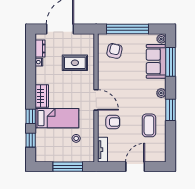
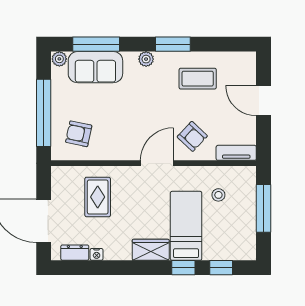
armchair: (113, 122) -> (192, 136), turned 133

